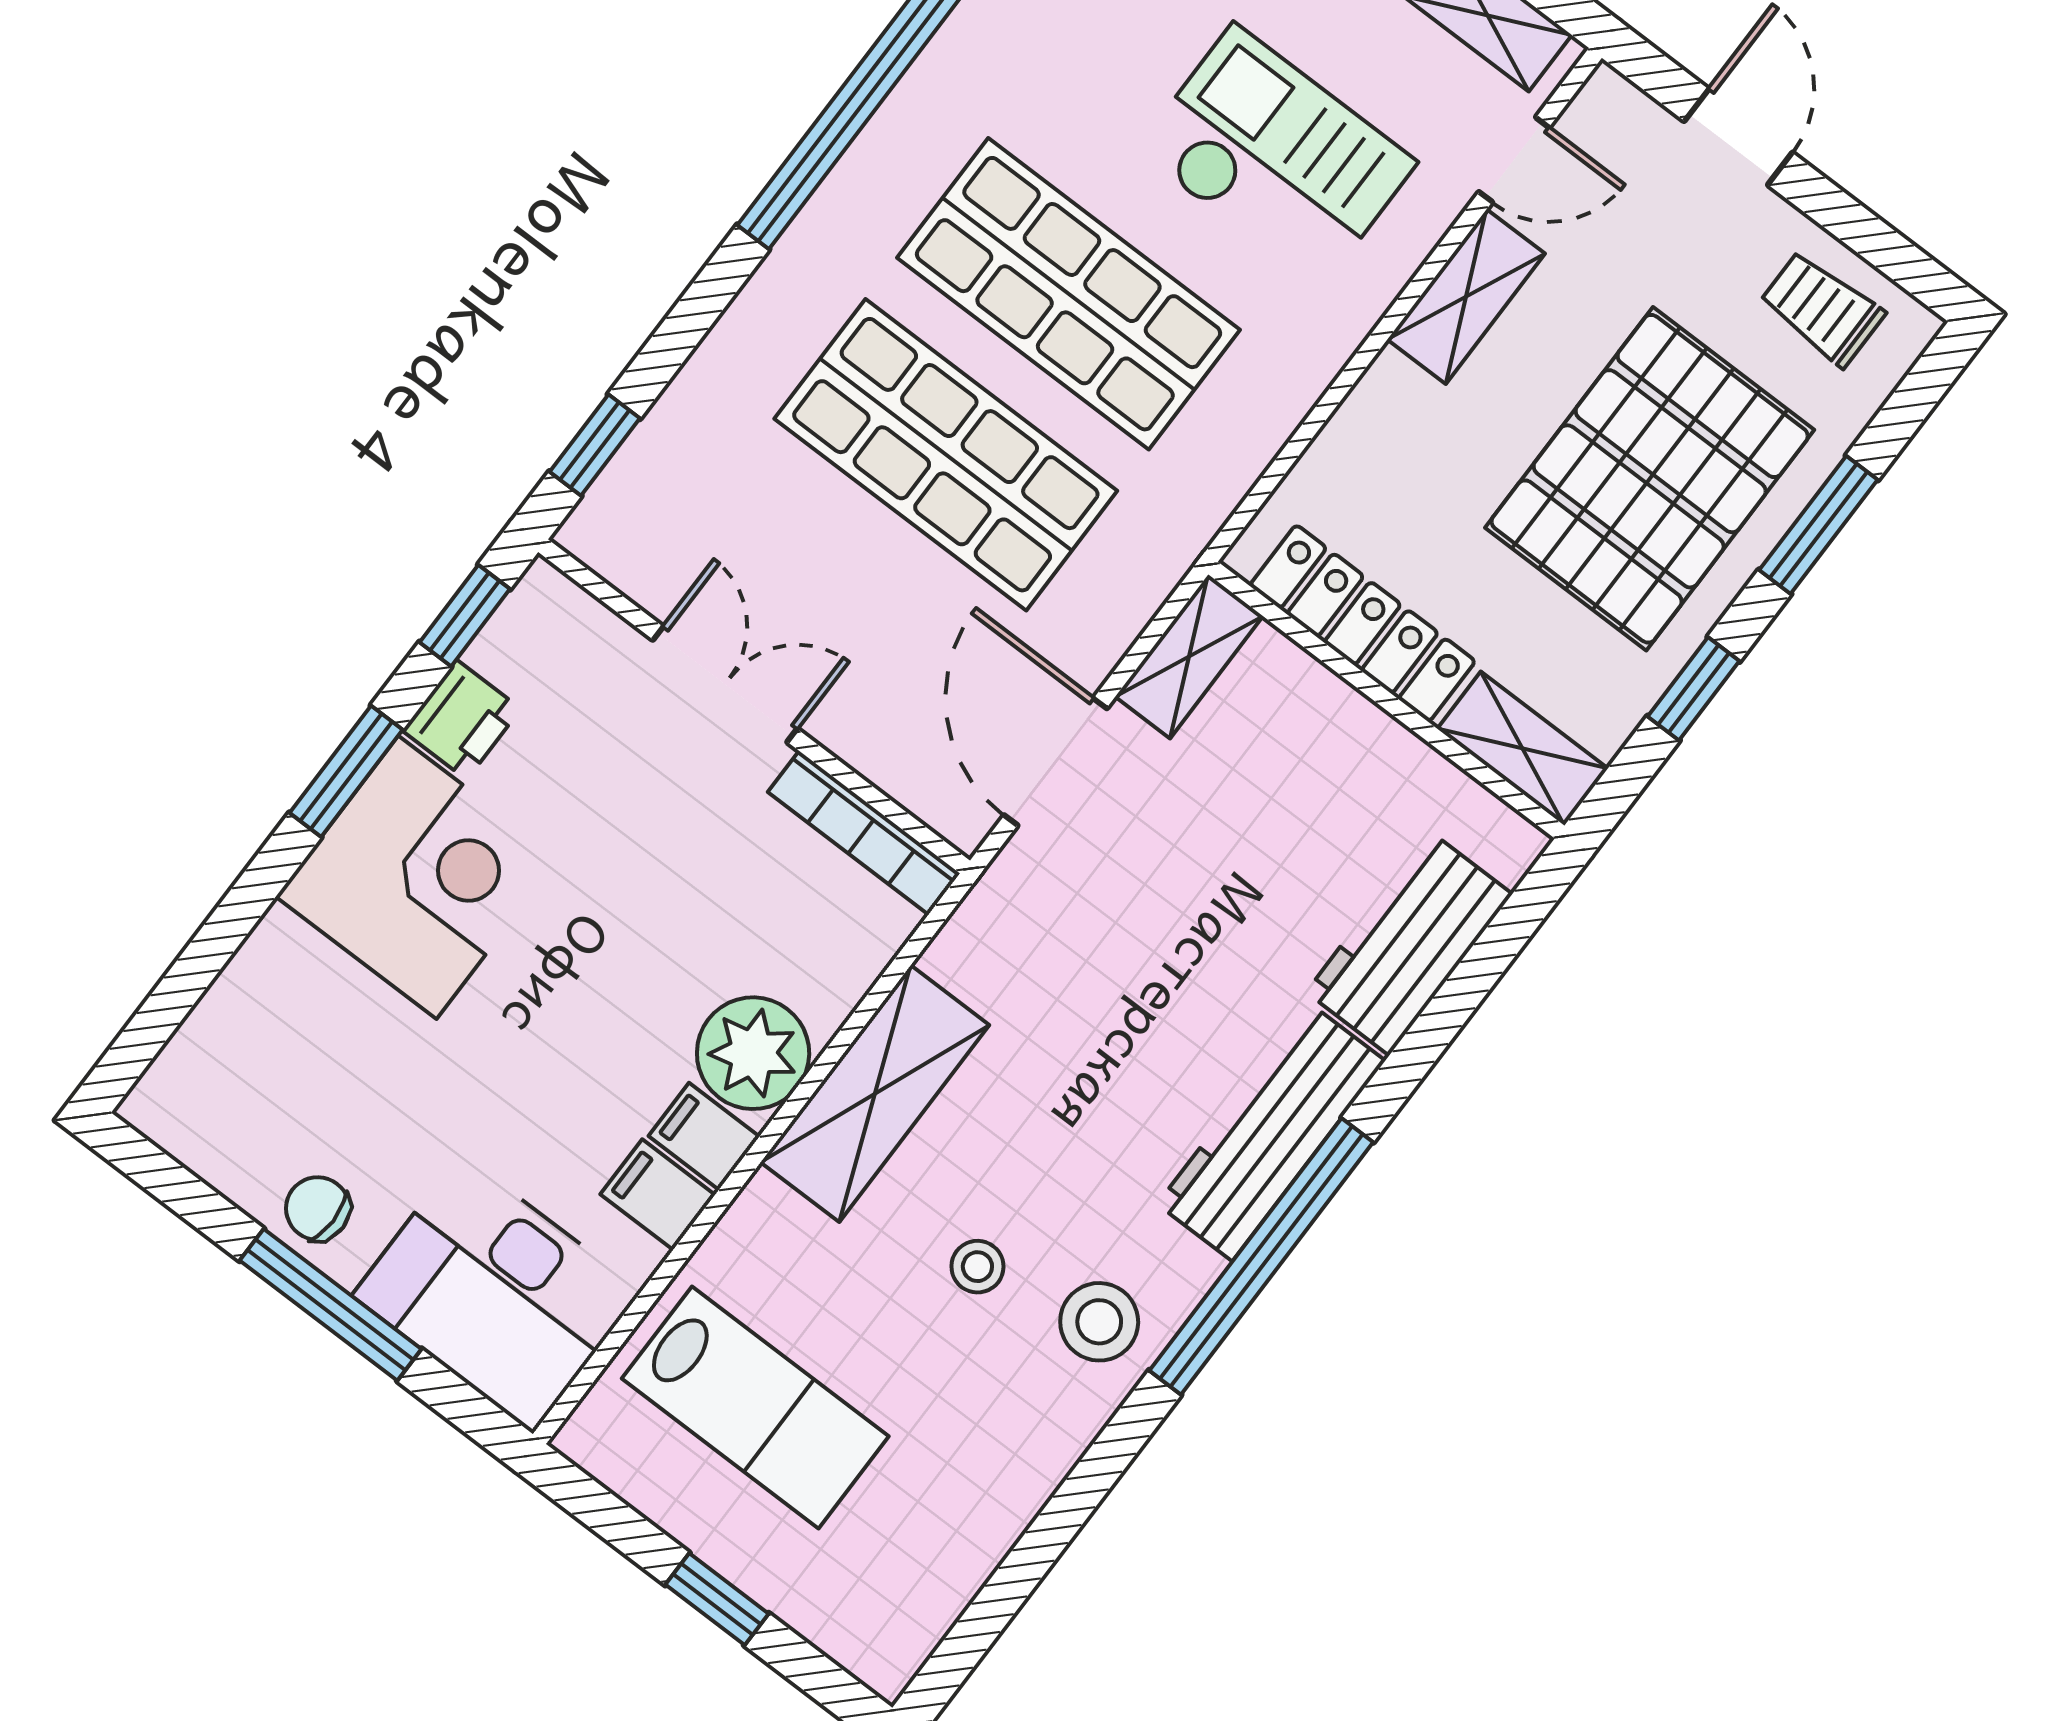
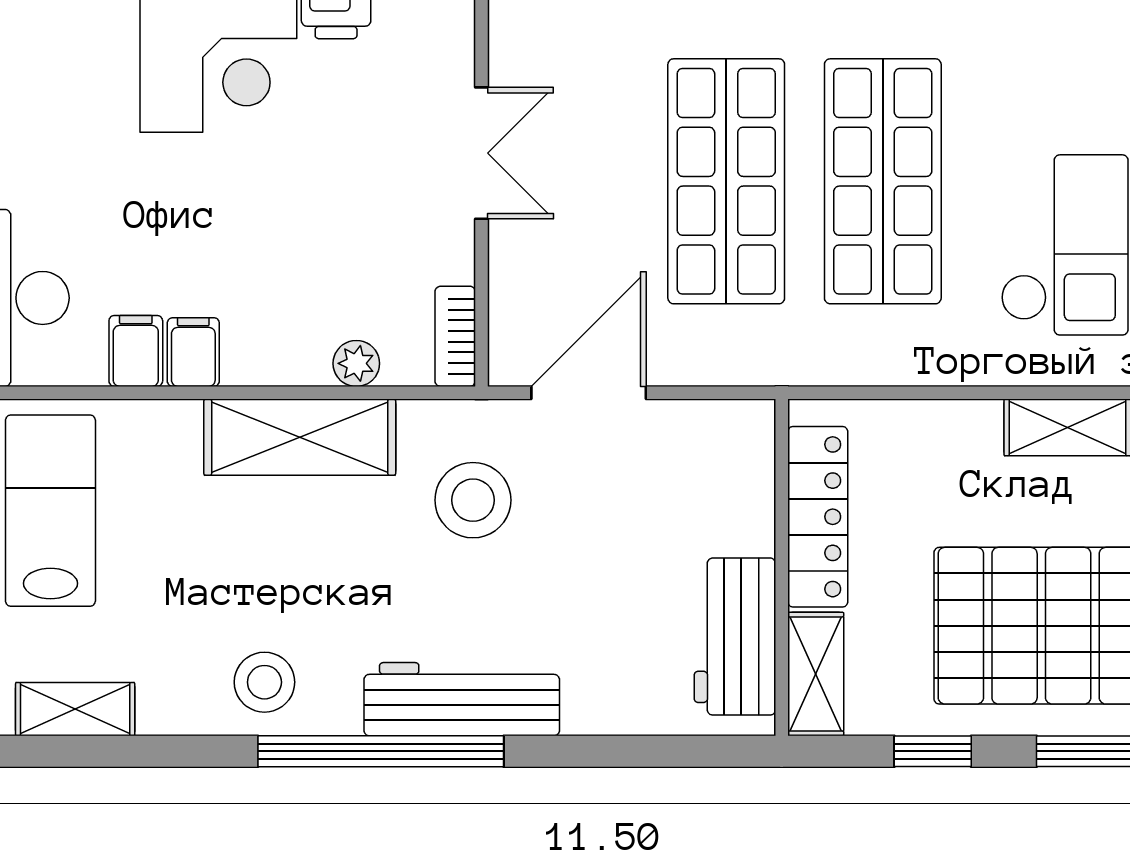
shelving: (1189, 656) -> (75, 709), moved
bookcase: (864, 833) -> (455, 336), width x0.64
workbench: (1409, 943) -> (735, 637), moved, turned -90
plant: (753, 1053) -> (356, 363), moved, width x0.53, depth x0.53
stool: (977, 1267) -> (473, 500), moved, width x1.89, depth x1.89
lab bench: (755, 1407) -> (50, 511), turned 180

